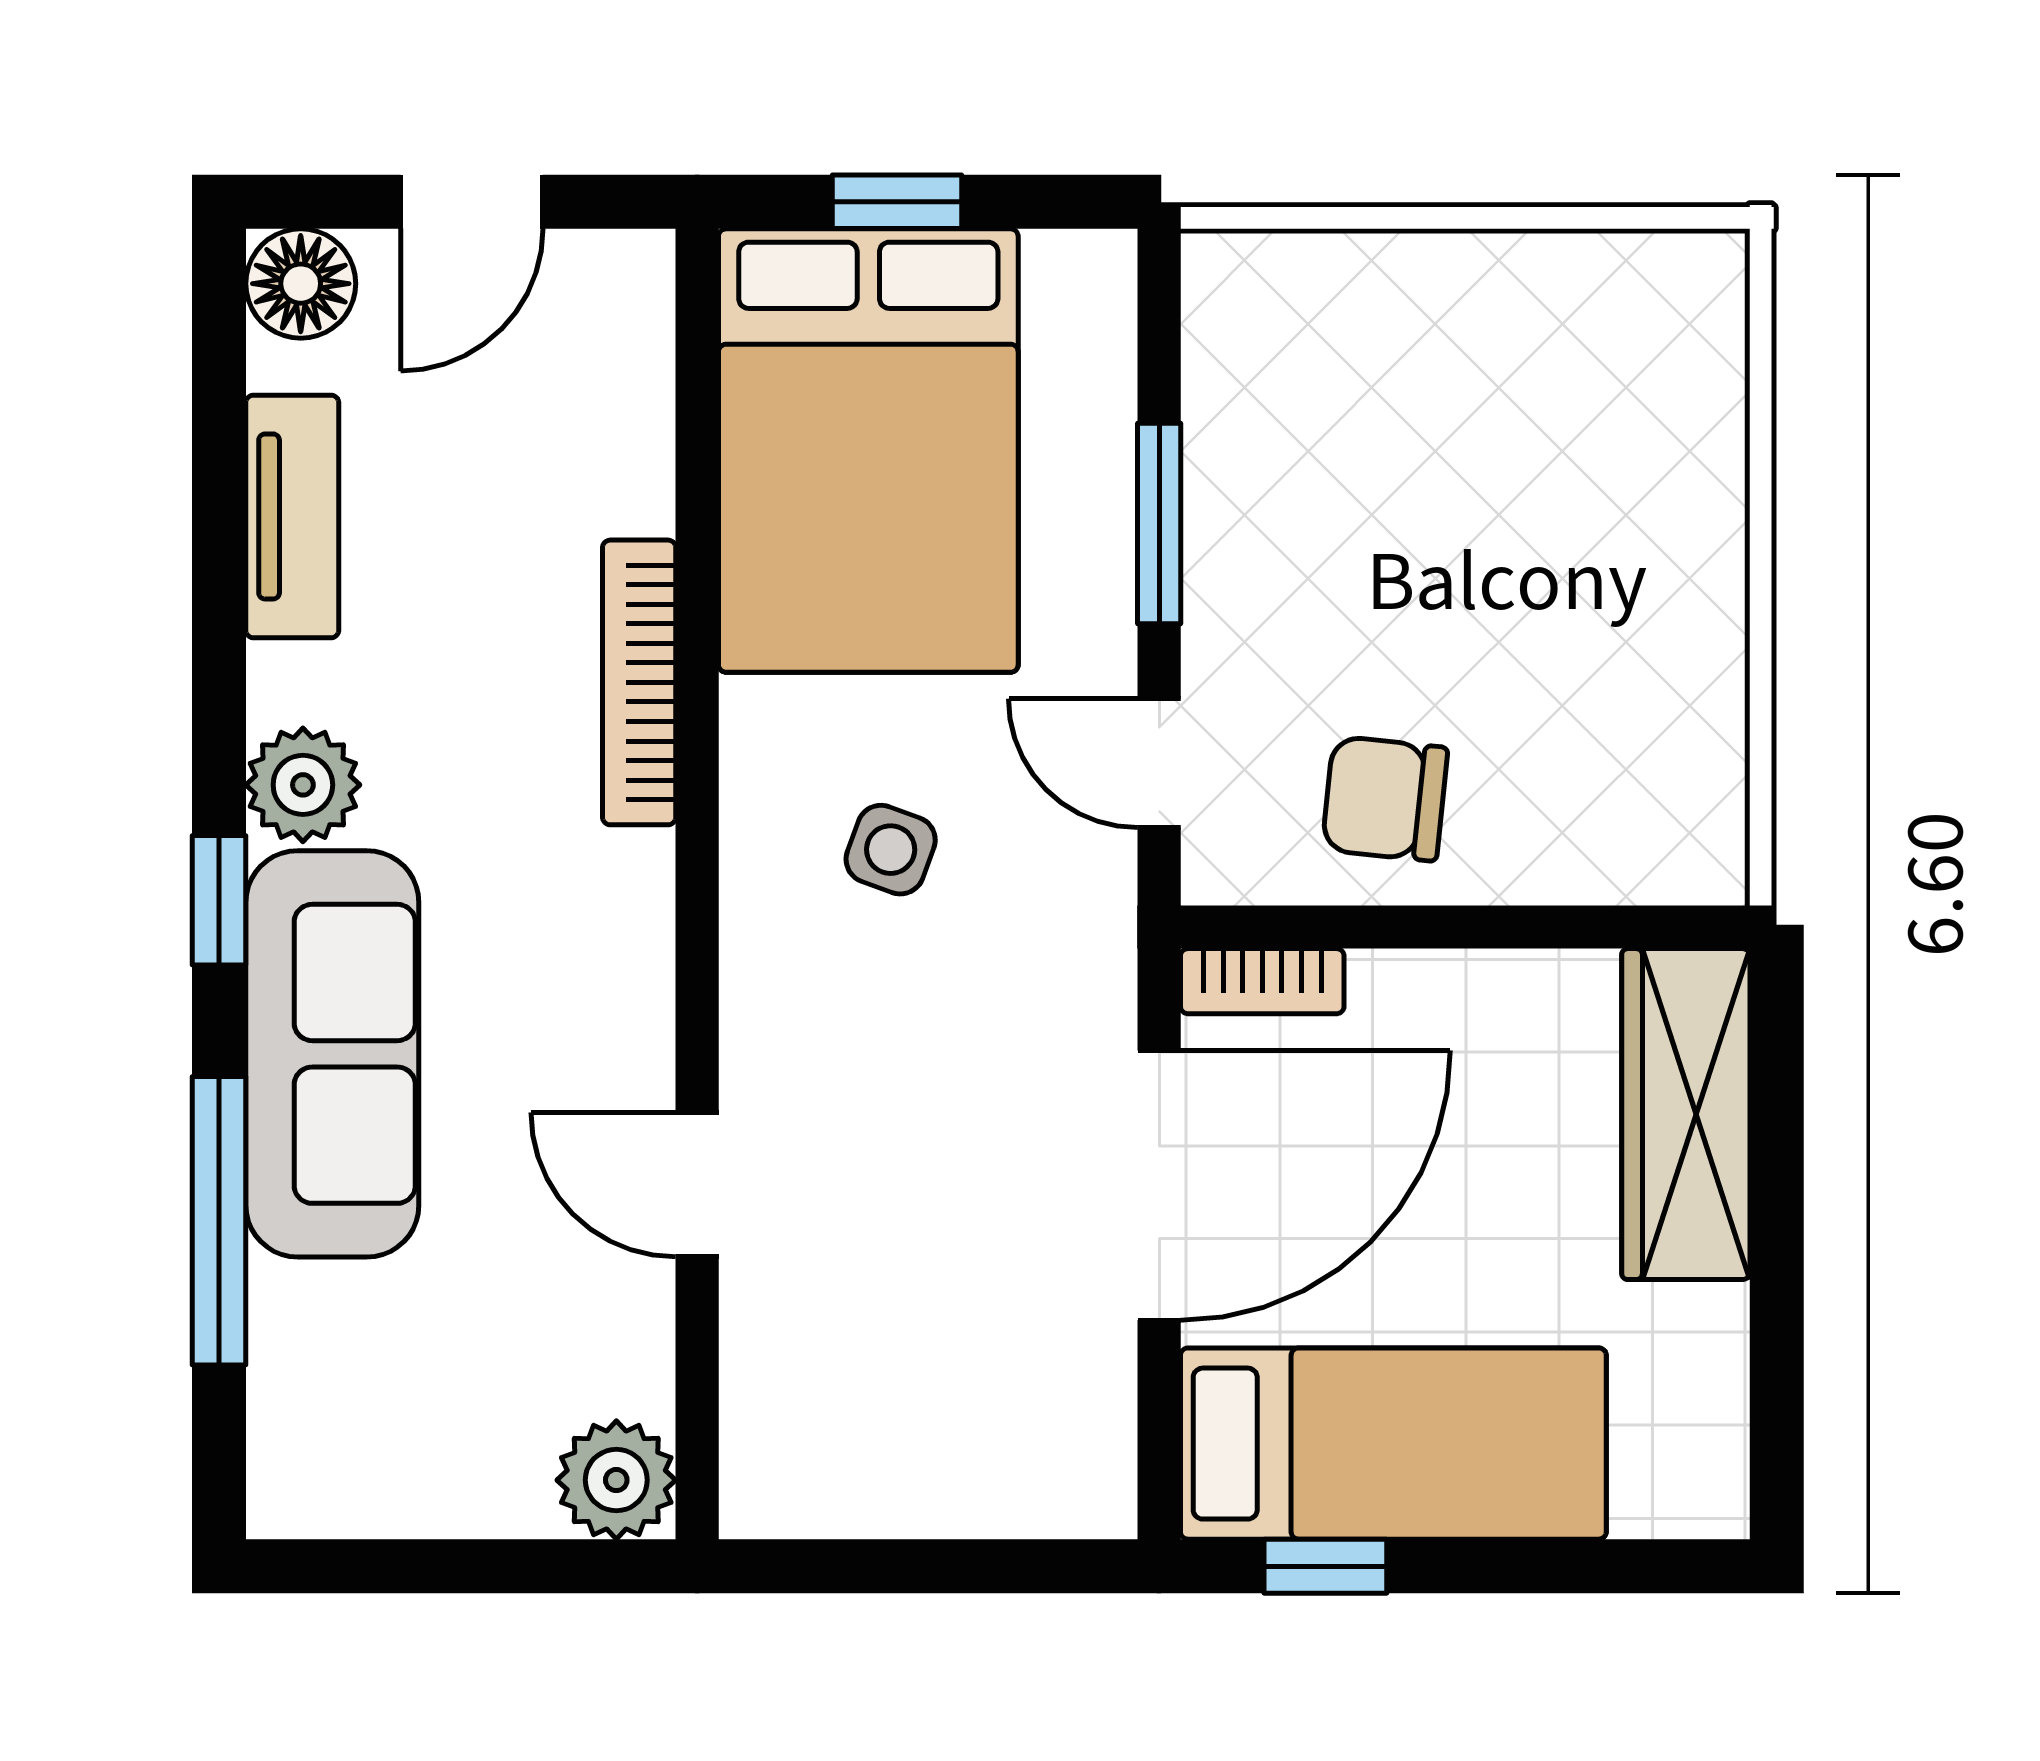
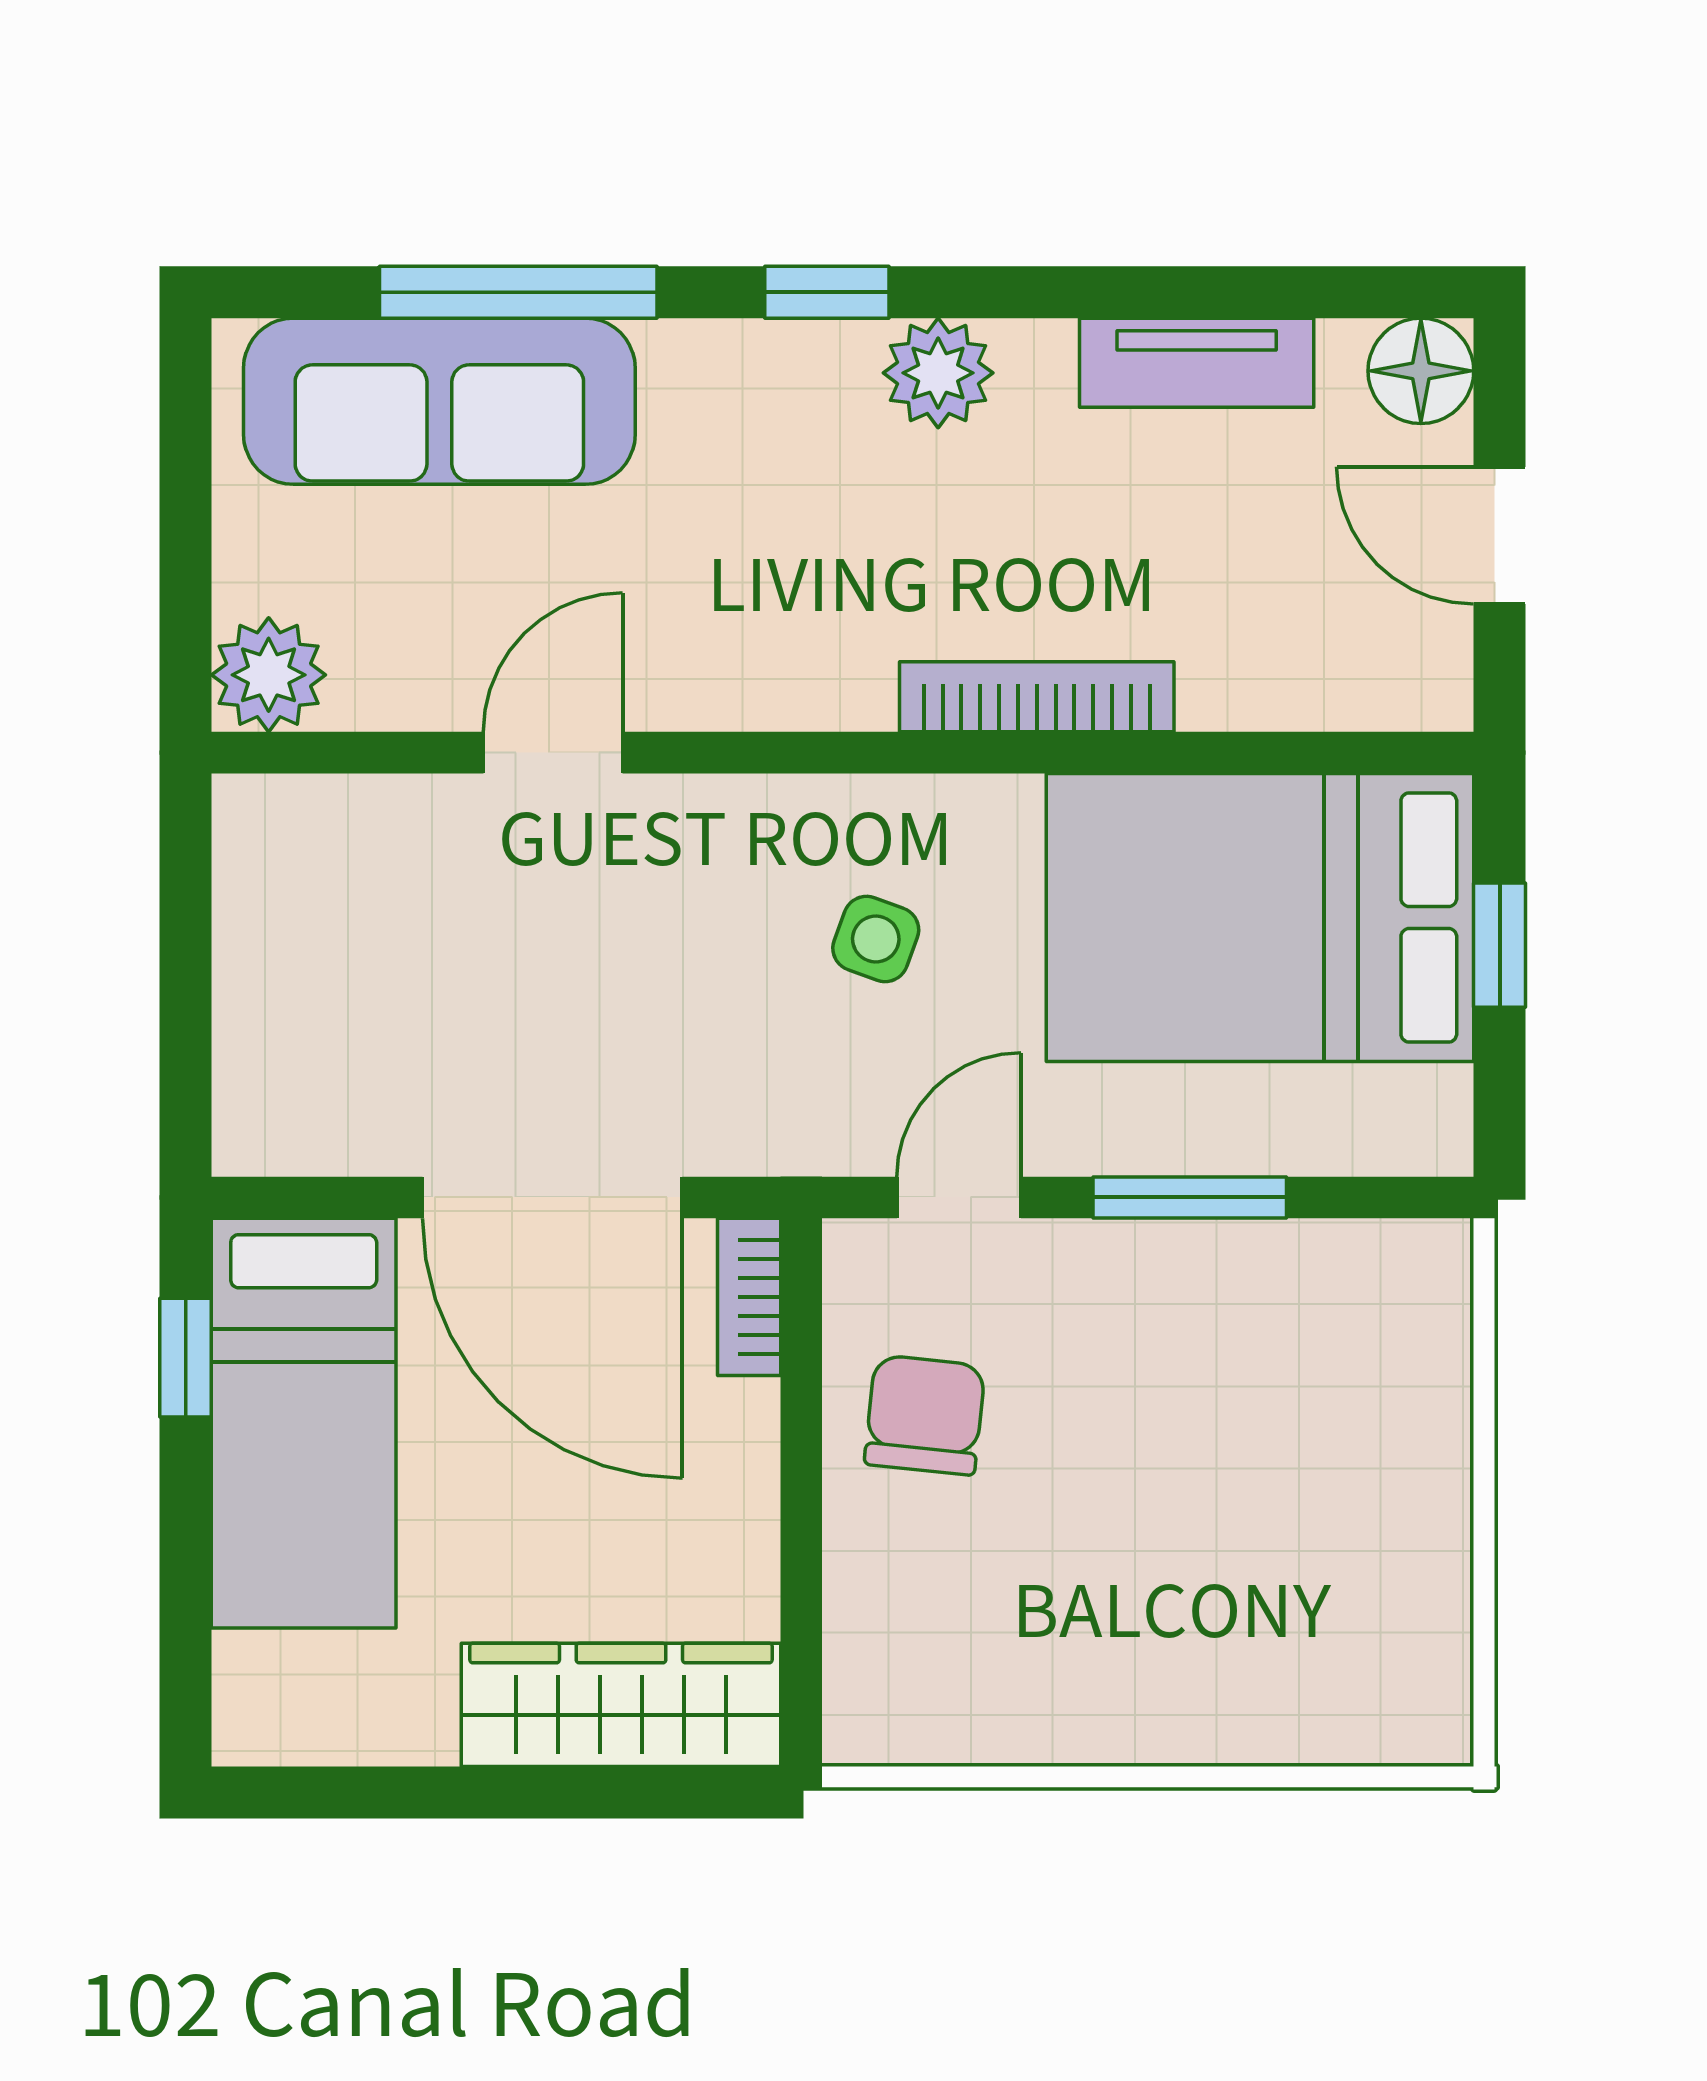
sofa: (332, 1054) -> (439, 401), moved

